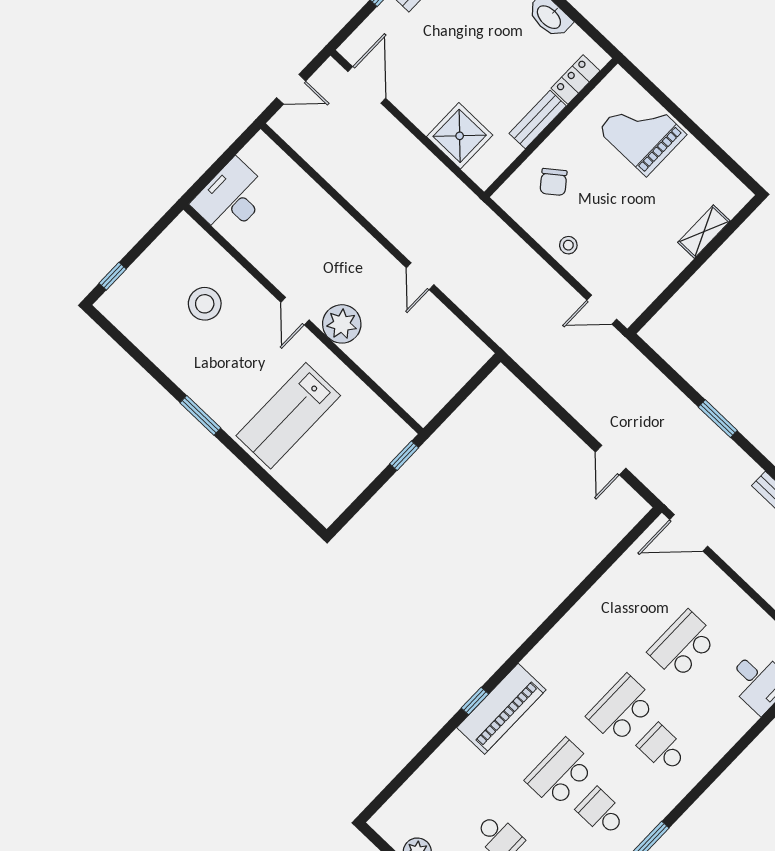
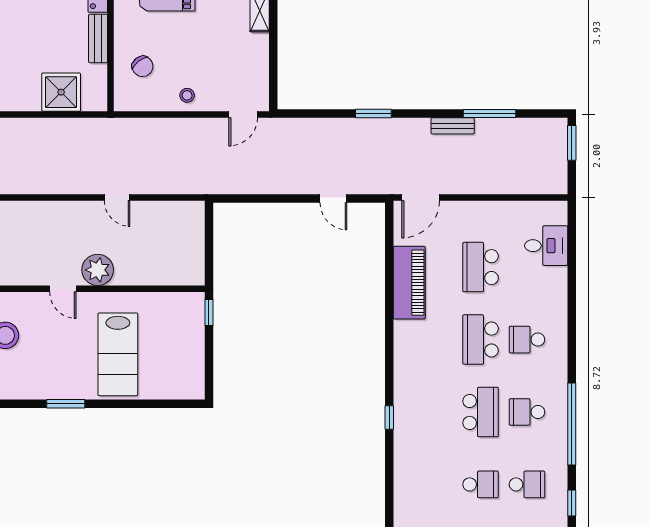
piano: (501, 709) -> (409, 283), moved
school desk: (560, 773) -> (481, 412), turned 180

